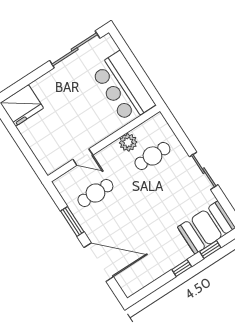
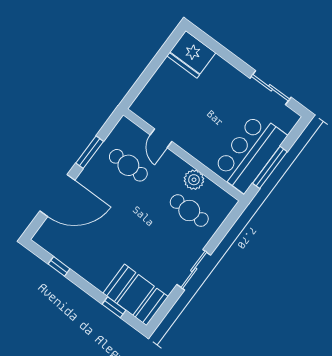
sliding door: (75, 49) -> (270, 88), width x0.73
window: (141, 75) -> (270, 167), added
door: (99, 262) -> (57, 195), hinge flipped
window: (182, 268) -> (59, 266), moved

